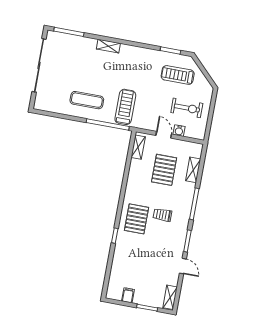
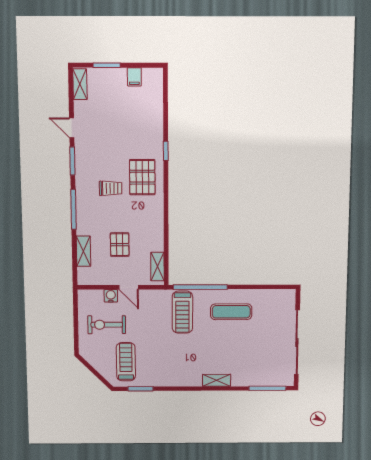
treadmill: (178, 75) -> (126, 362), turned -90
pallet: (164, 170) -> (120, 245), width x0.67, depth x0.71

